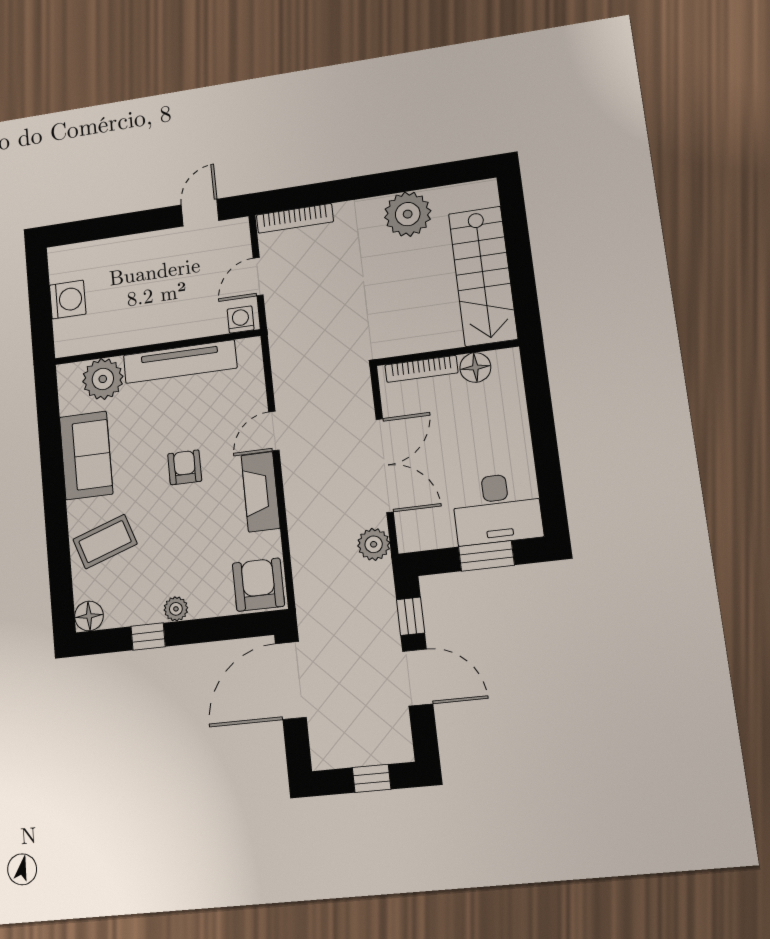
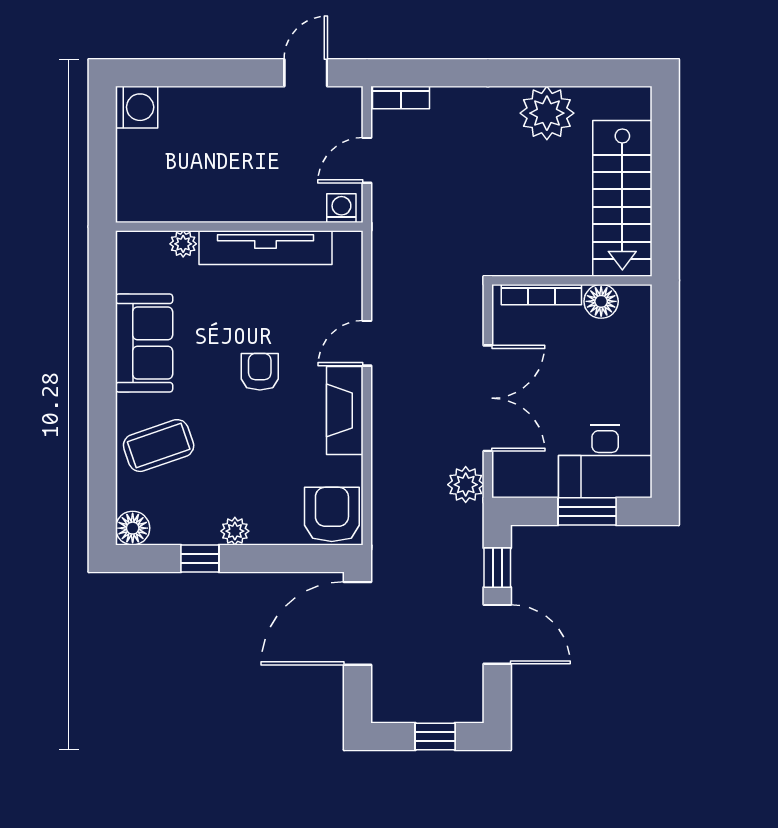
bookcase: (295, 218) -> (401, 98), width x0.64
washing machine: (68, 300) -> (137, 107), moved
plant: (103, 379) -> (183, 244), width x0.53, depth x0.53

